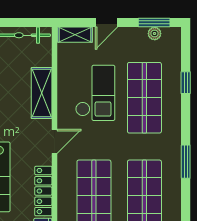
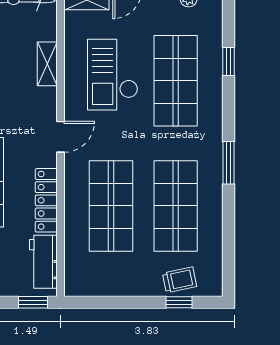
shelving: (42, 93) -> (47, 64), width x0.67, depth x0.75
checkout: (95, 93) -> (113, 75), turned 180

